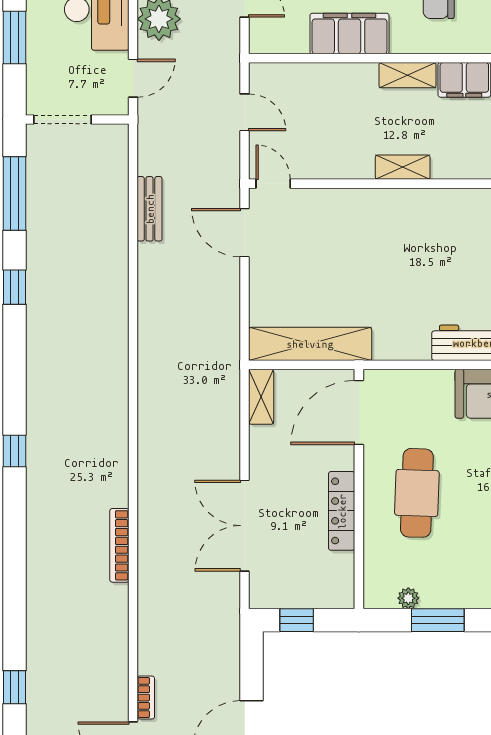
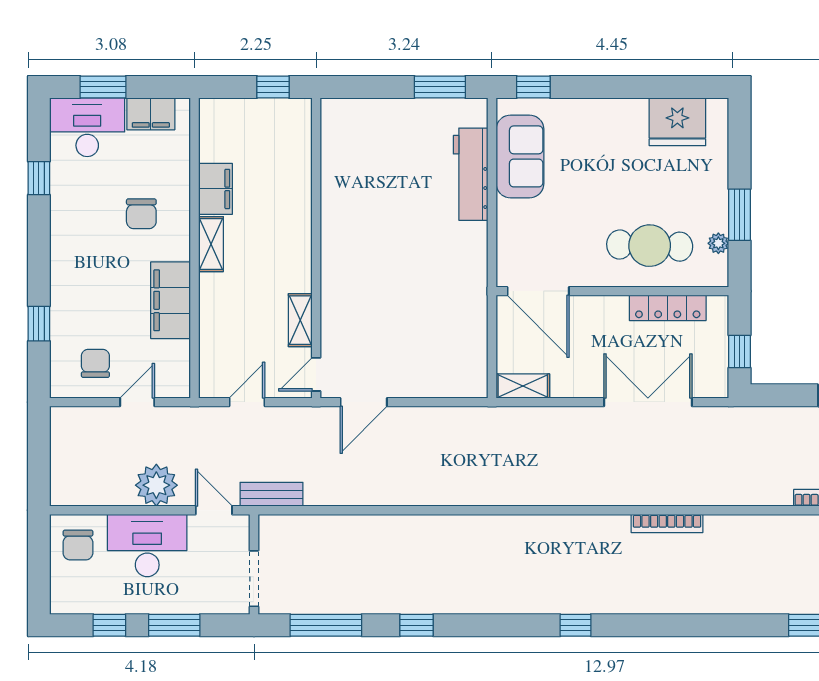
shelving: (403, 167) -> (300, 320), moved
bench: (150, 209) -> (272, 494), moved
shelving: (310, 344) -> (472, 338), removed
cafe table: (417, 493) -> (650, 246), moved
locker: (342, 511) -> (668, 308), moved
double door: (245, 526) -> (648, 402), swing flipped

